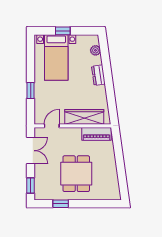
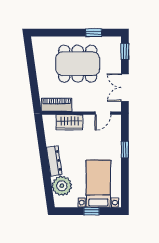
plant: (95, 50) -> (62, 186), width x1.88, depth x1.88
dresser: (98, 75) -> (54, 161), width x1.44
wardrobe: (84, 117) -> (69, 122), width x0.67
dining table: (76, 174) -> (78, 64), width x1.38

